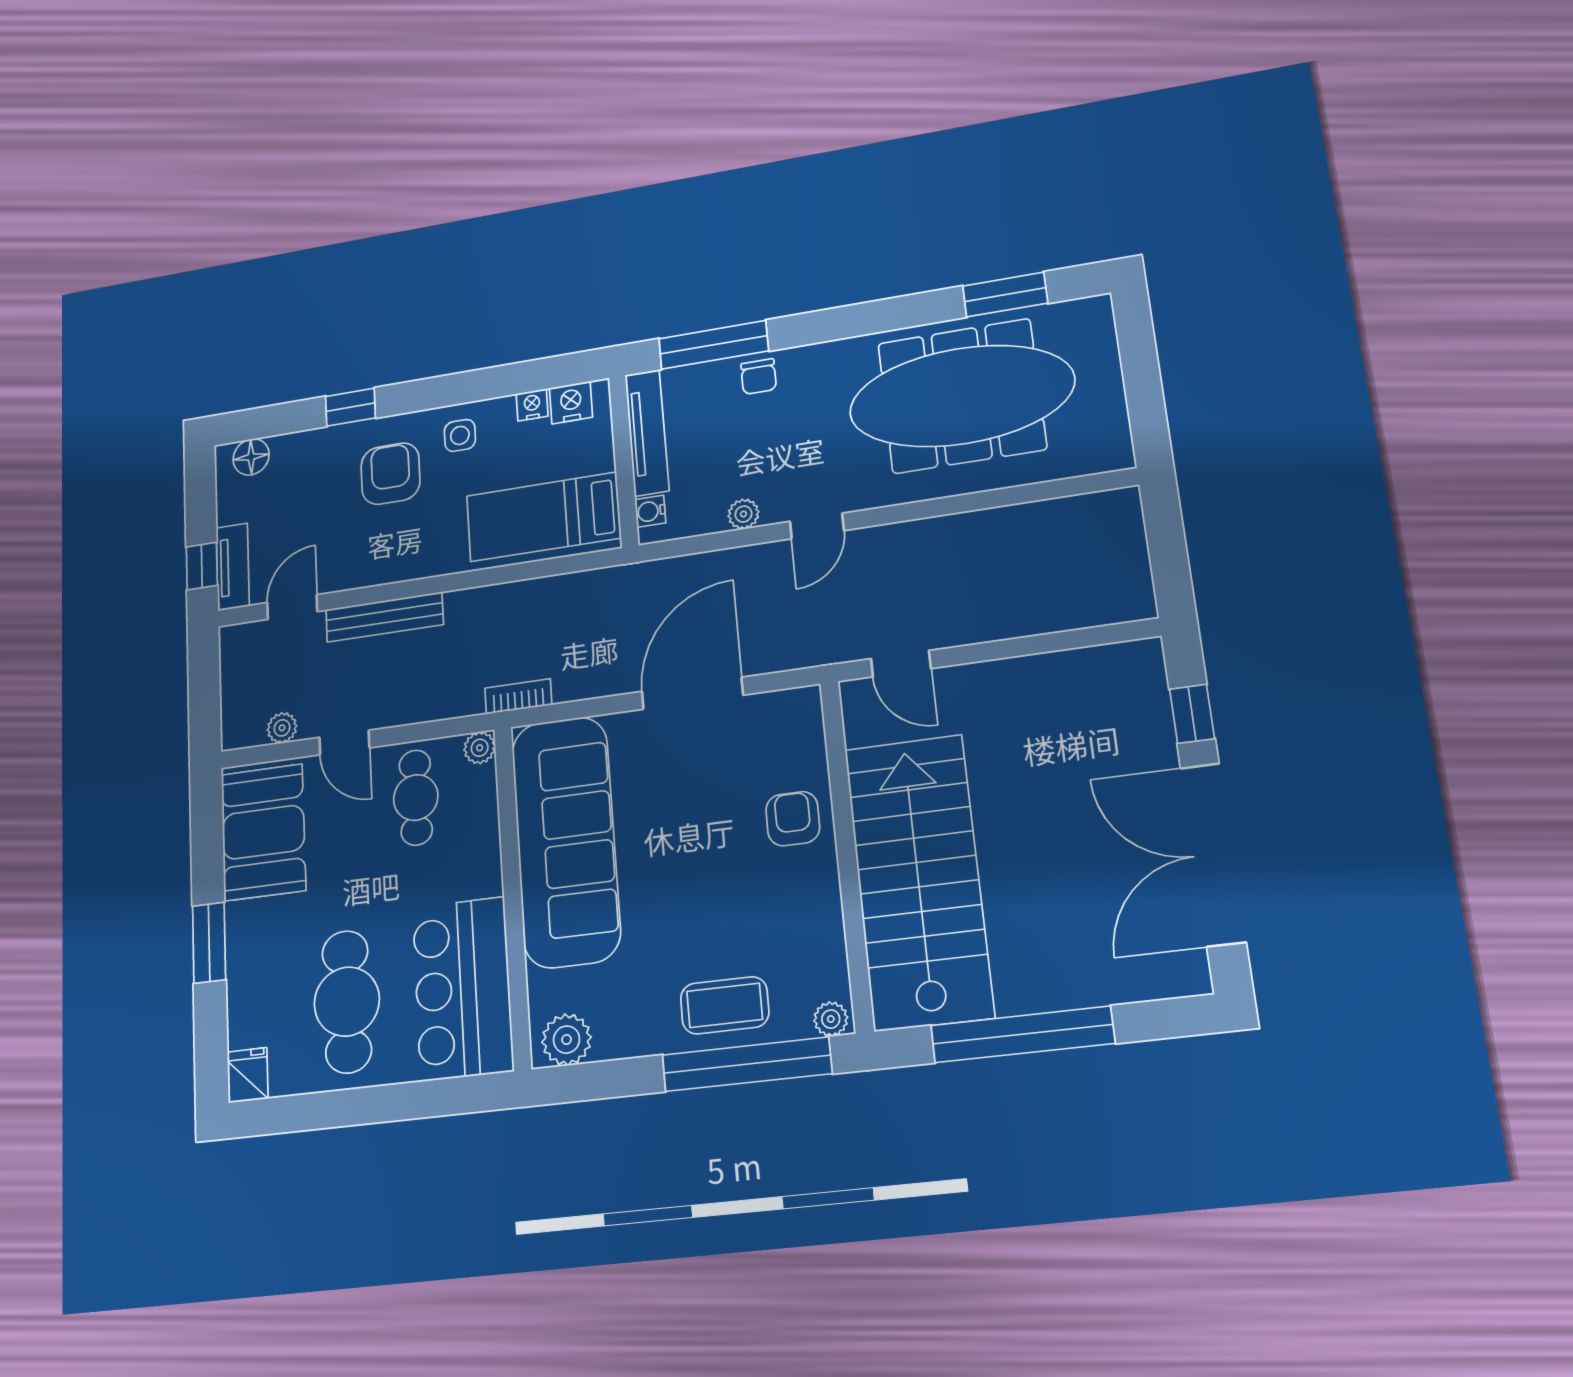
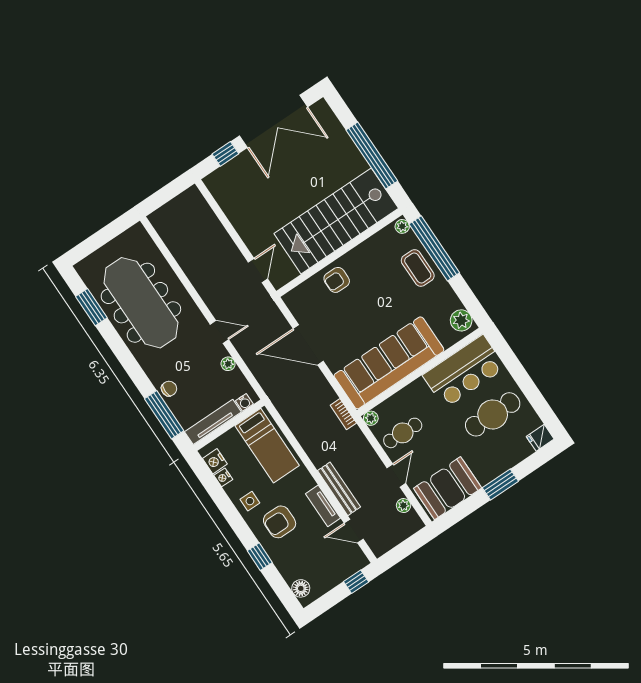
tv unit: (233, 567) -> (323, 506), moved, turned -90

